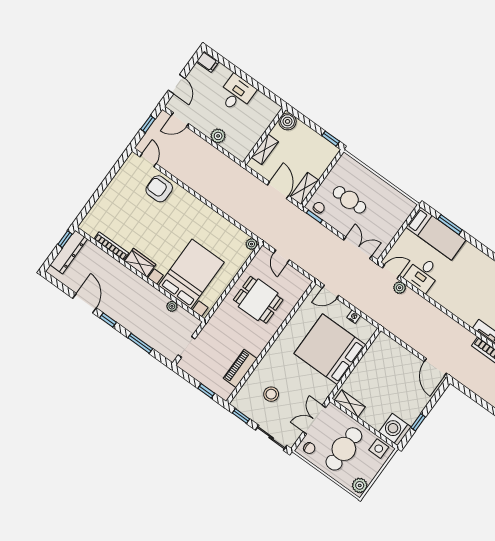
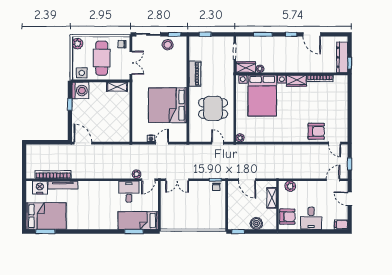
armchair: (262, 115) -> (287, 217), added
boiler: (288, 121) -> (256, 223), moved
plant: (218, 136) -> (290, 186), moved
shelving: (304, 188) -> (233, 192), removed
cafe table: (349, 200) -> (202, 204), removed
door: (330, 292) -> (162, 143), moved
wardrobe: (187, 320) -> (246, 67), added
bed: (330, 349) -> (168, 105), moved, turned 180
piano: (240, 369) -> (195, 74), moved
stool: (271, 394) -> (168, 45), moved

